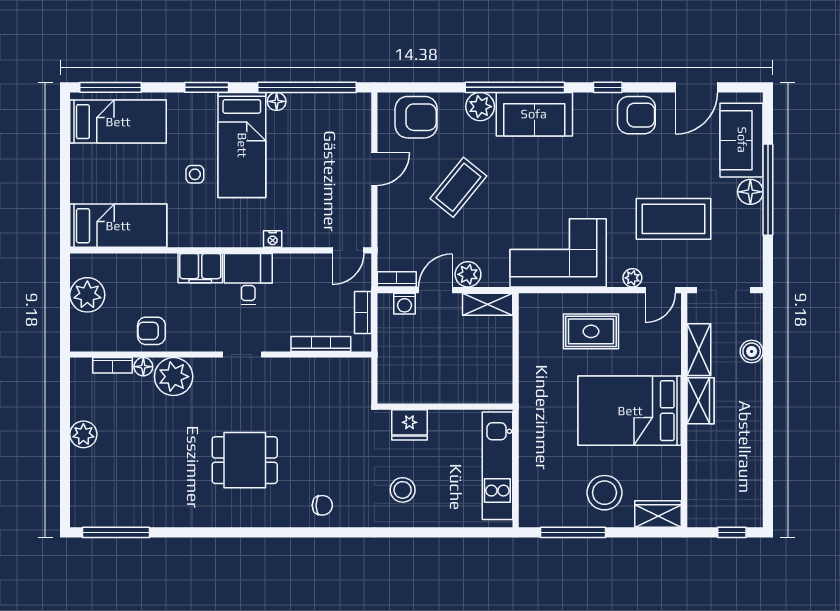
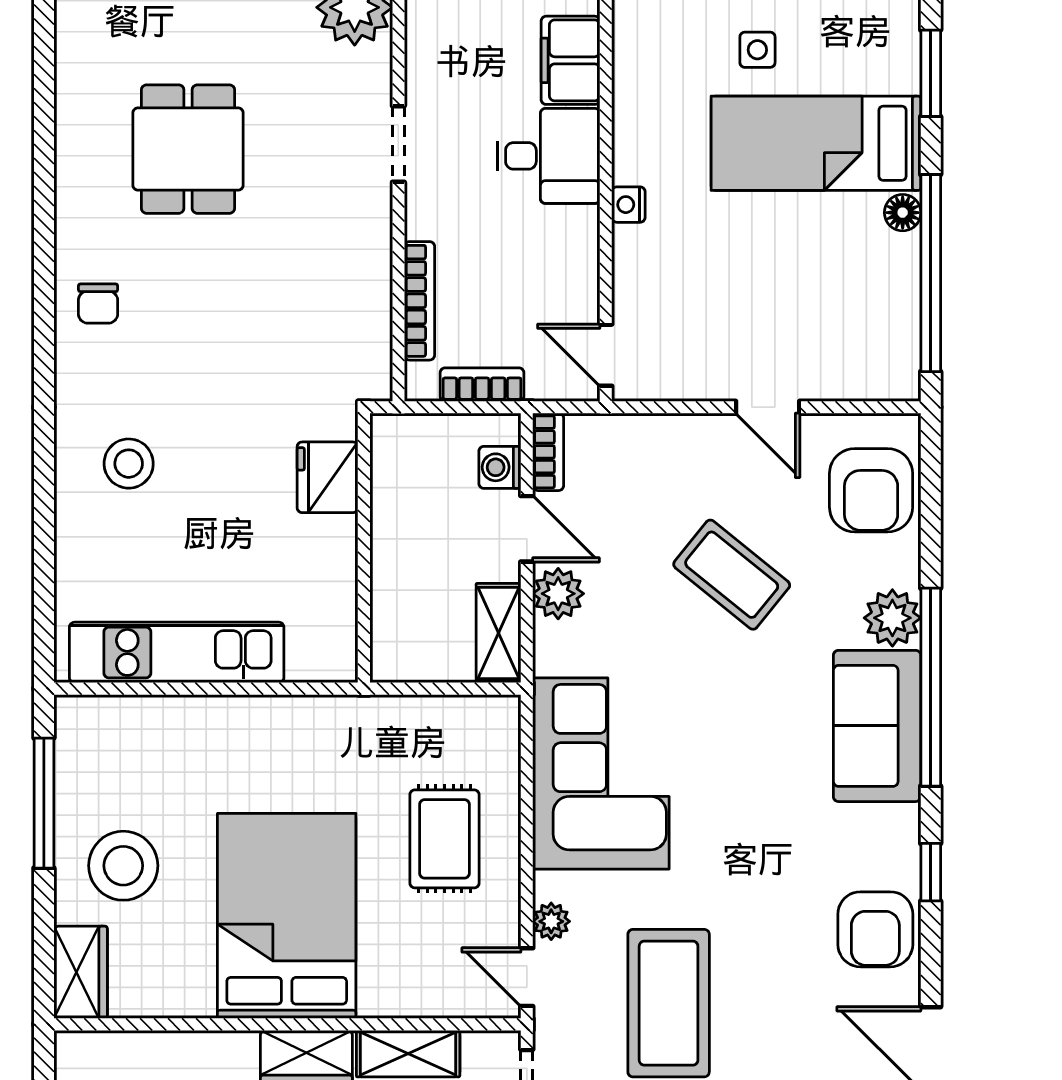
wall: (445, 407) -> (364, 548), moved
fridge: (409, 425) -> (328, 477), moved

